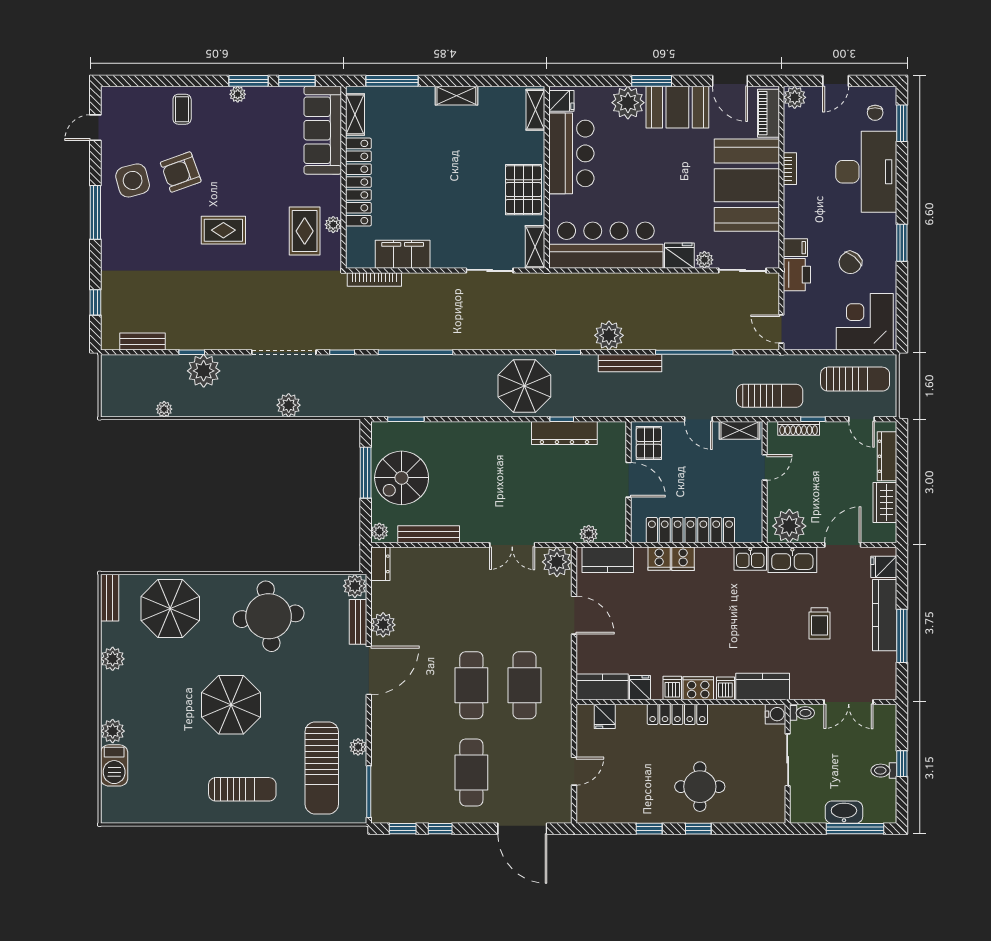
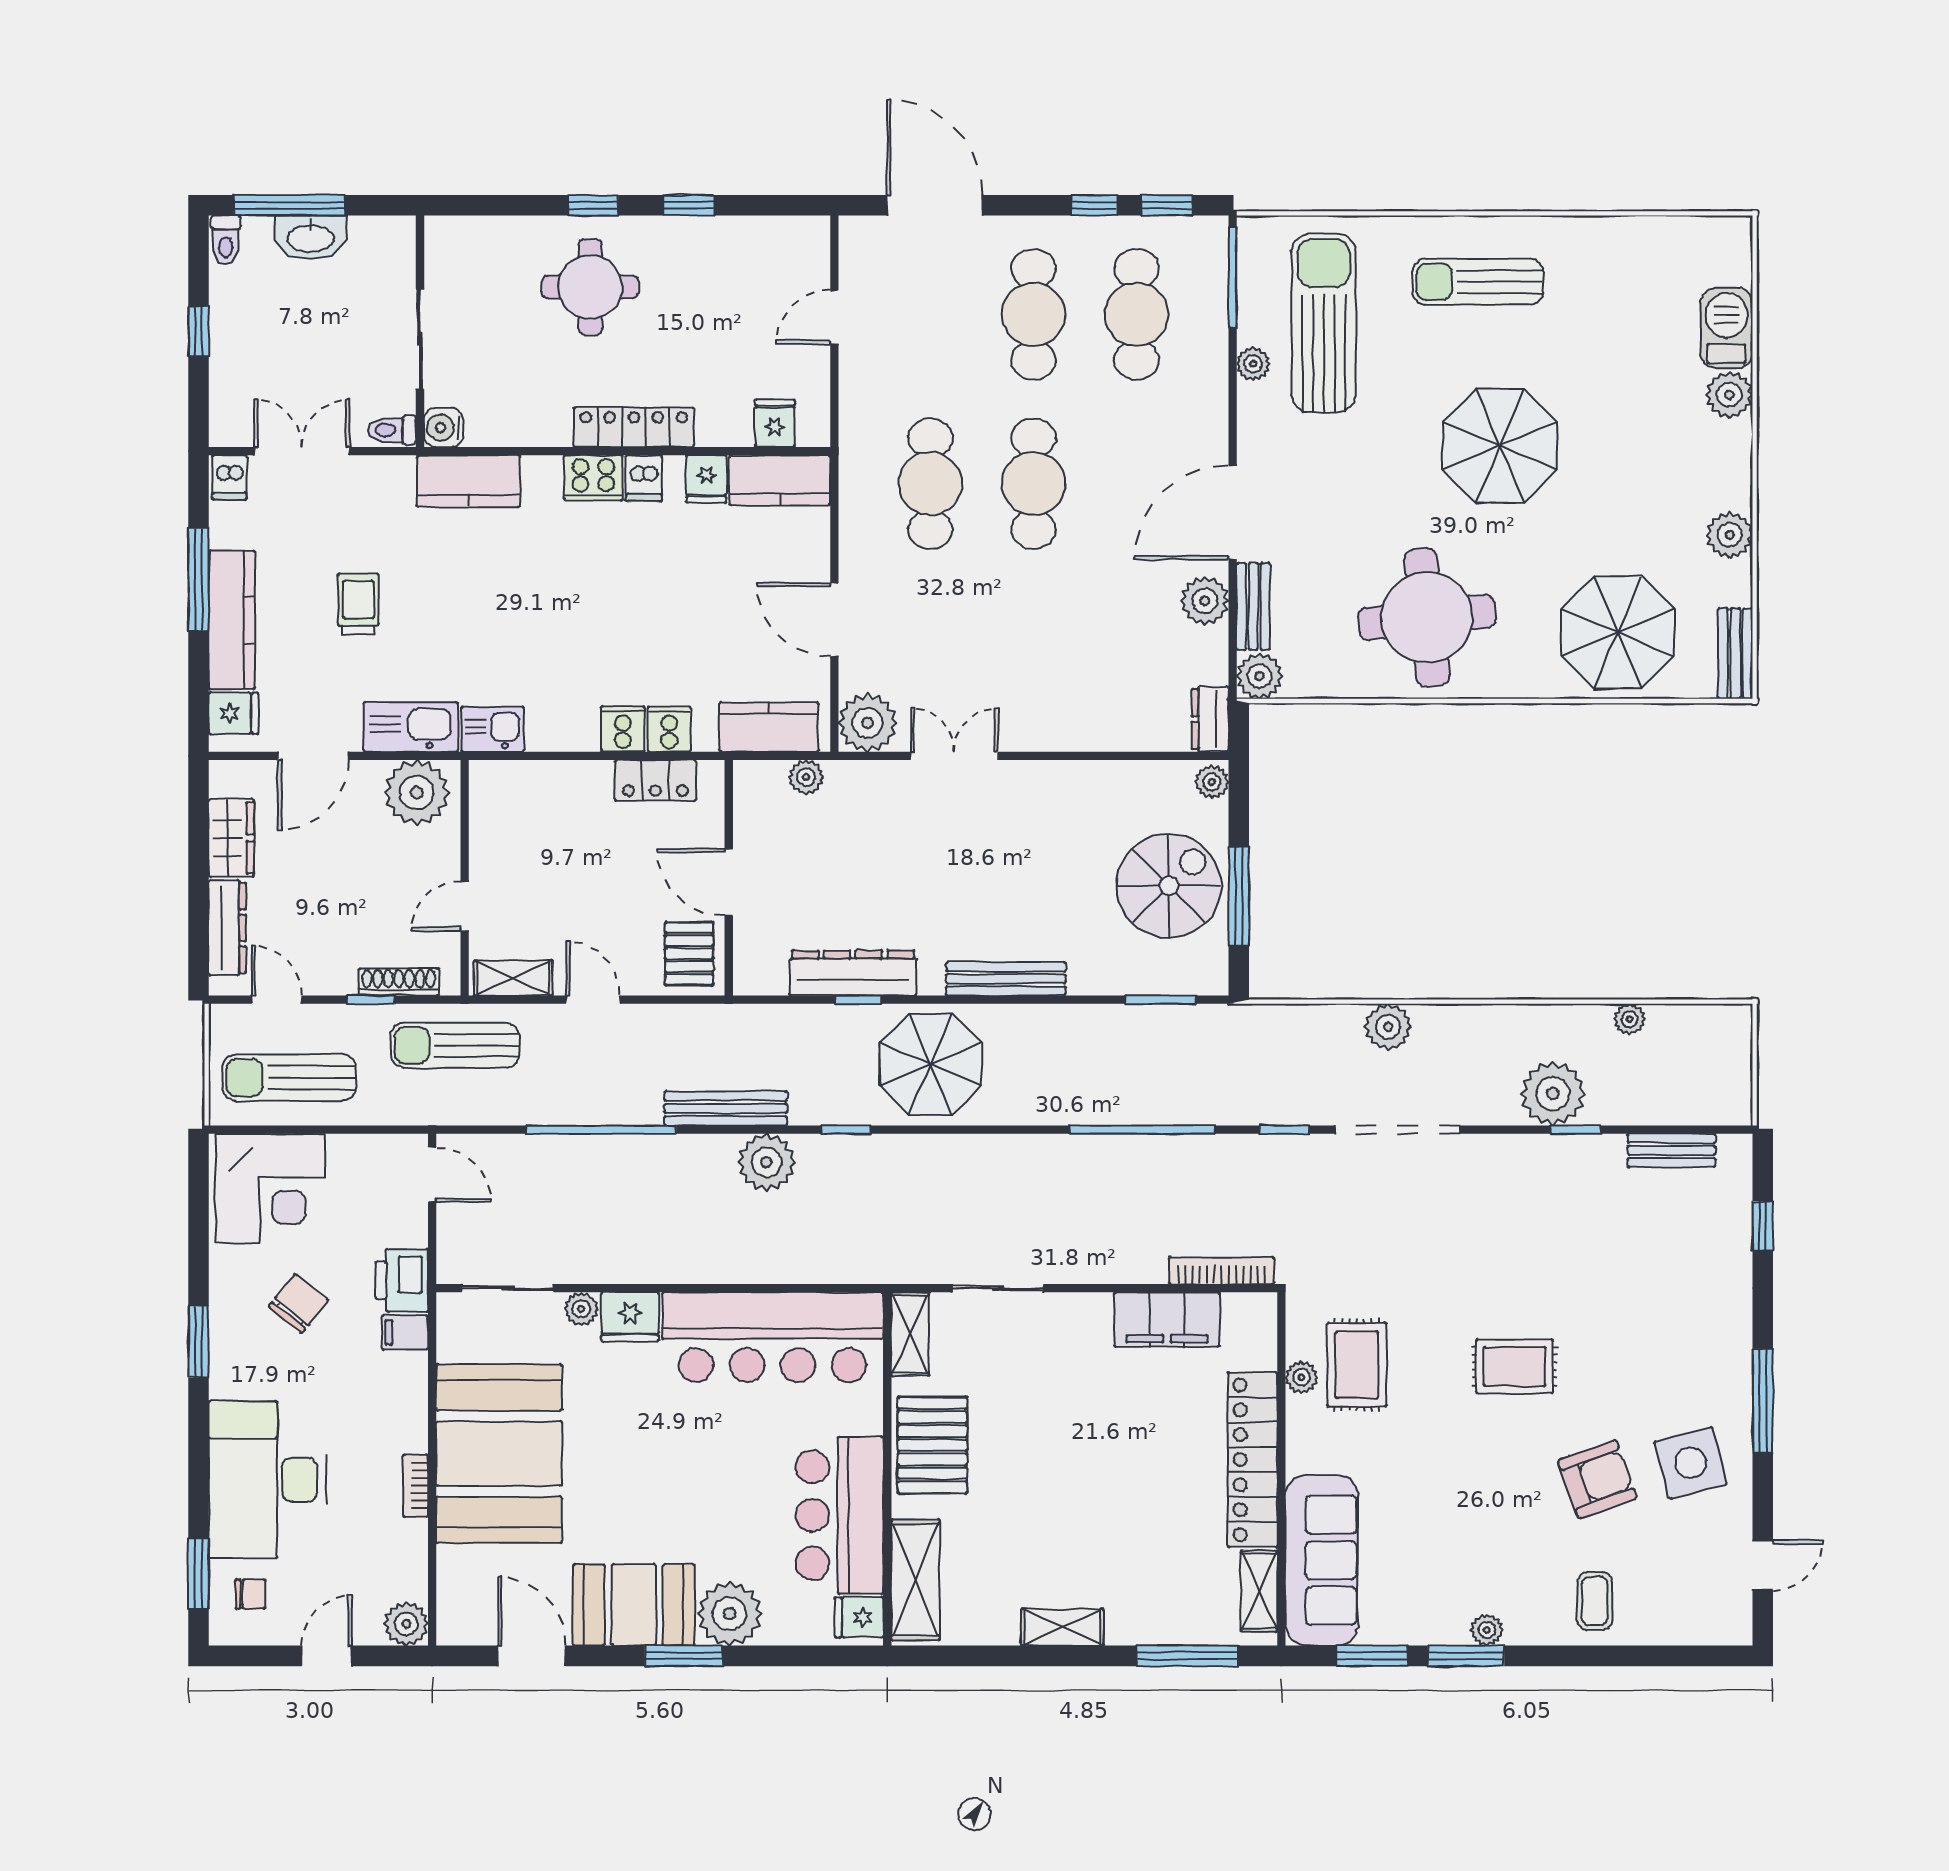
shelving: (535, 110) -> (915, 1580), width x1.50, depth x1.33
piano: (768, 113) -> (457, 1593), removed
chair: (875, 113) -> (250, 1594), turned 90
locker: (690, 530) -> (655, 780), width x0.46, depth x0.83
bench: (429, 534) -> (1006, 979), moved
dishwasher: (725, 688) -> (229, 477), moved
toilet: (884, 771) -> (226, 240), moved, turned 90
cafe table: (418, 772) -> (1137, 314), added

